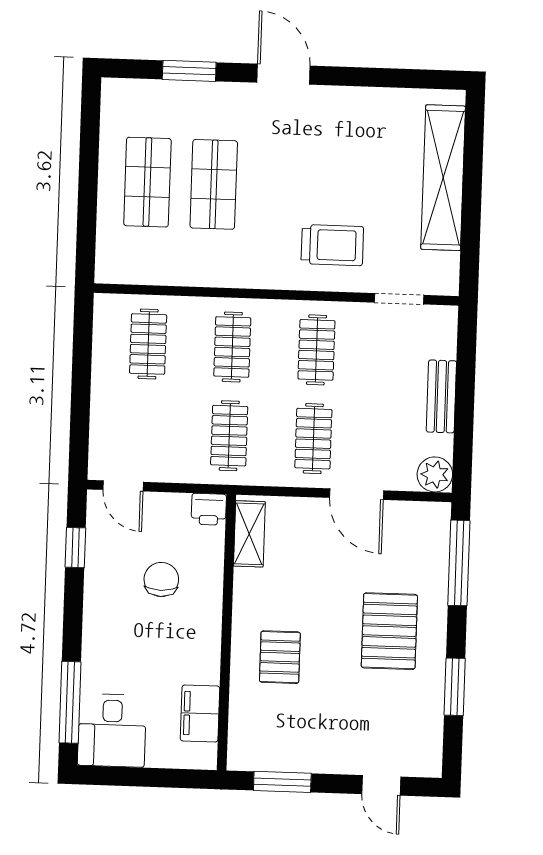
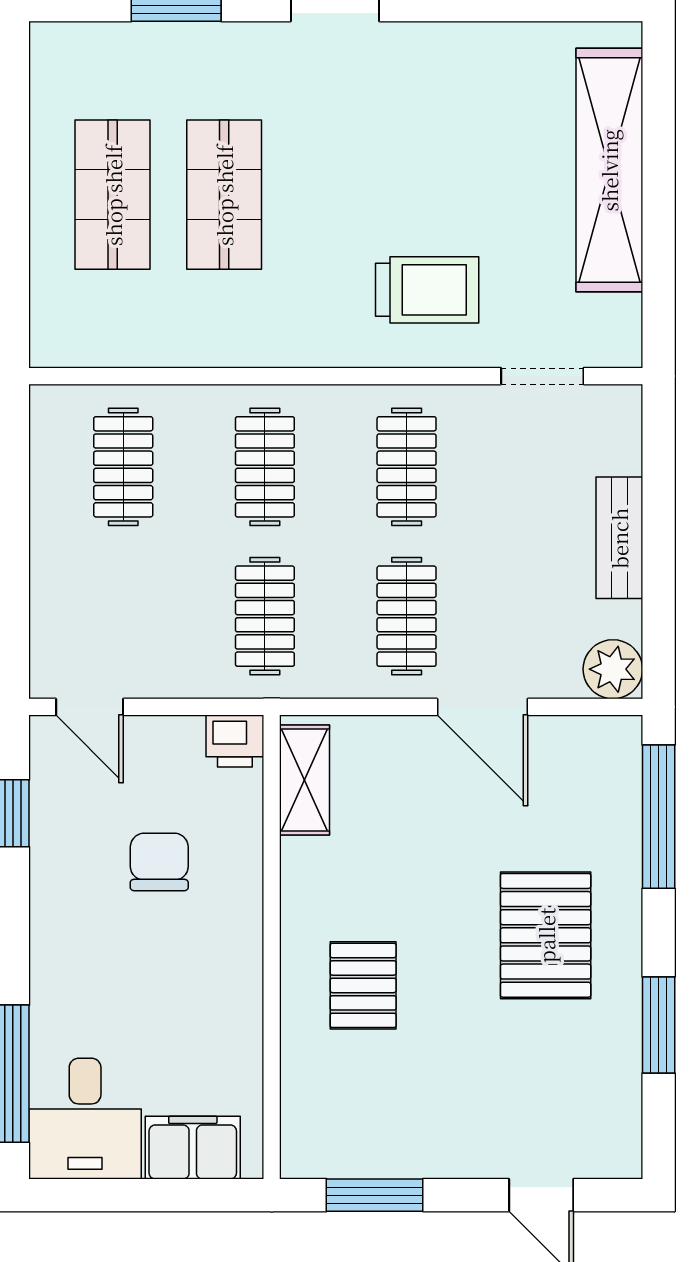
filing cabinet: (200, 713) -> (193, 1148), moved, turned 90

